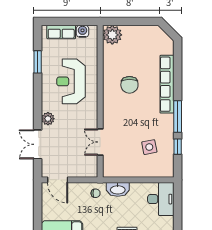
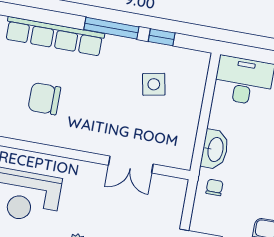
chair: (129, 85) -> (44, 99), turned 180

